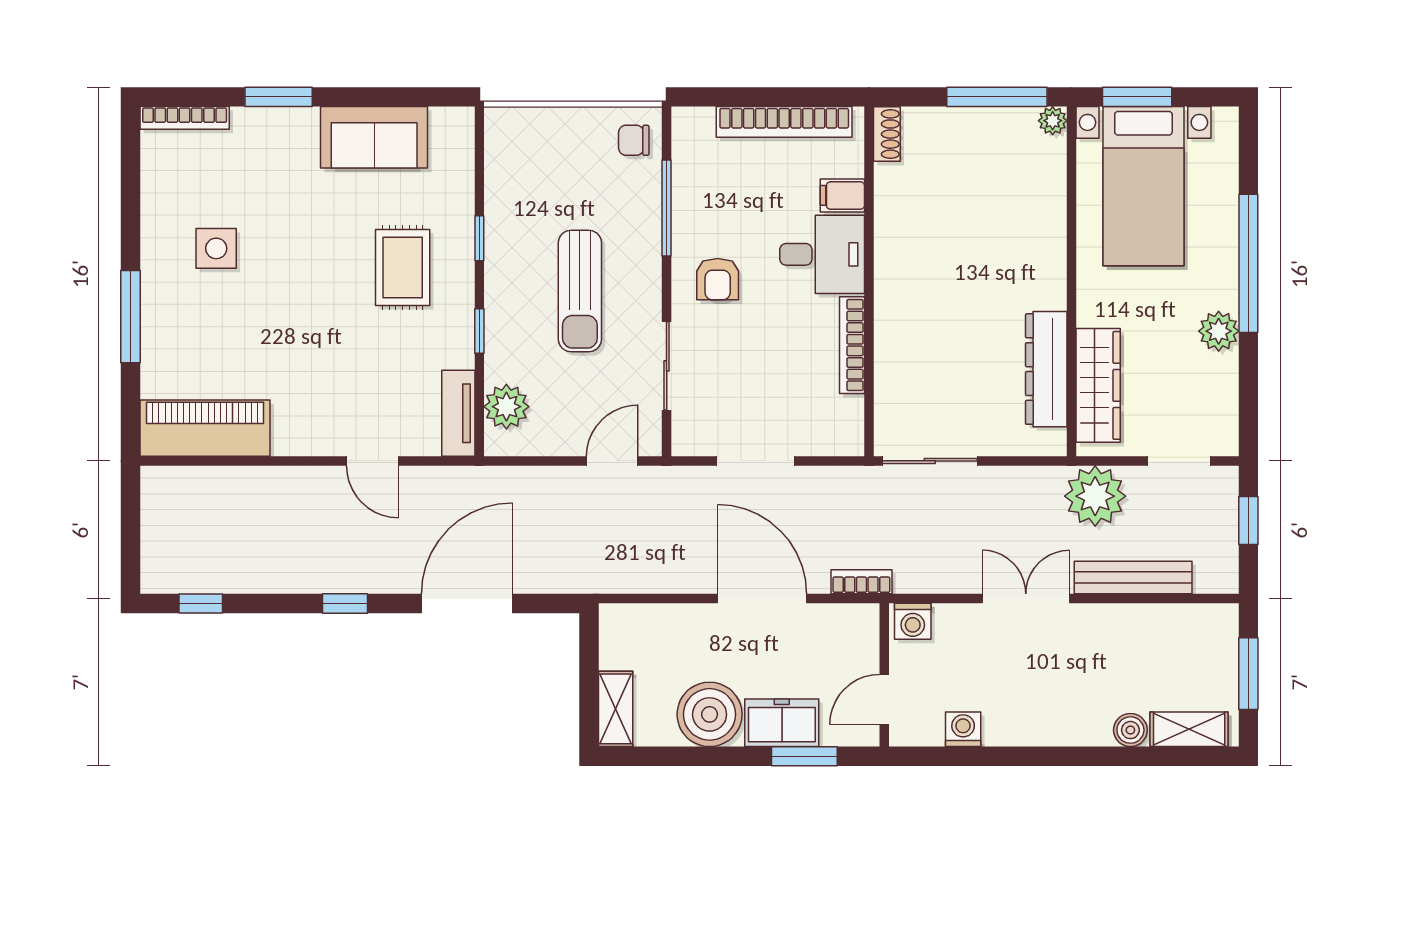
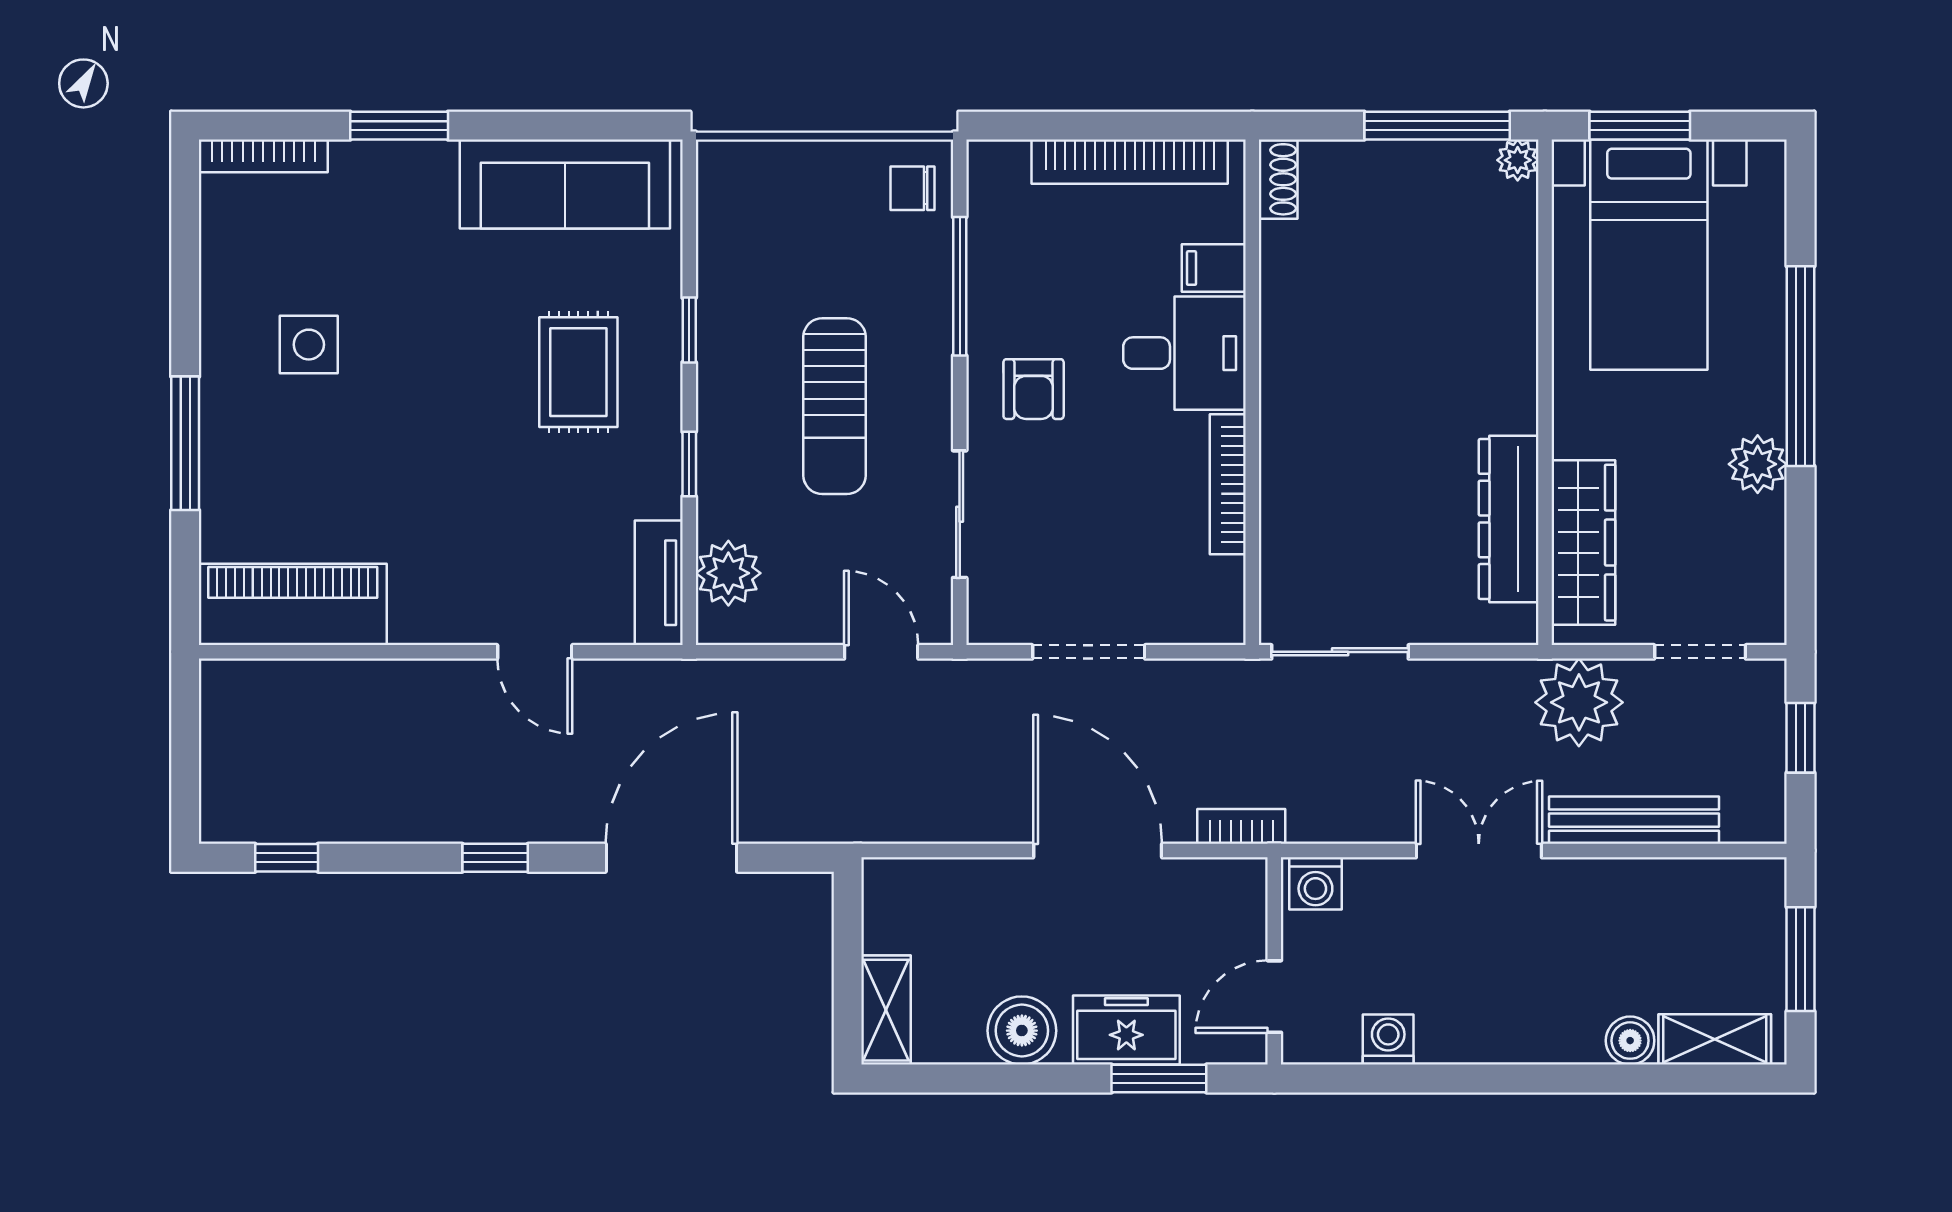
sofa: (374, 137) -> (565, 184), width x1.36
door: (612, 461) -> (881, 652), hinge flipped
boiler: (710, 714) -> (1022, 1031), width x0.73, depth x0.73

